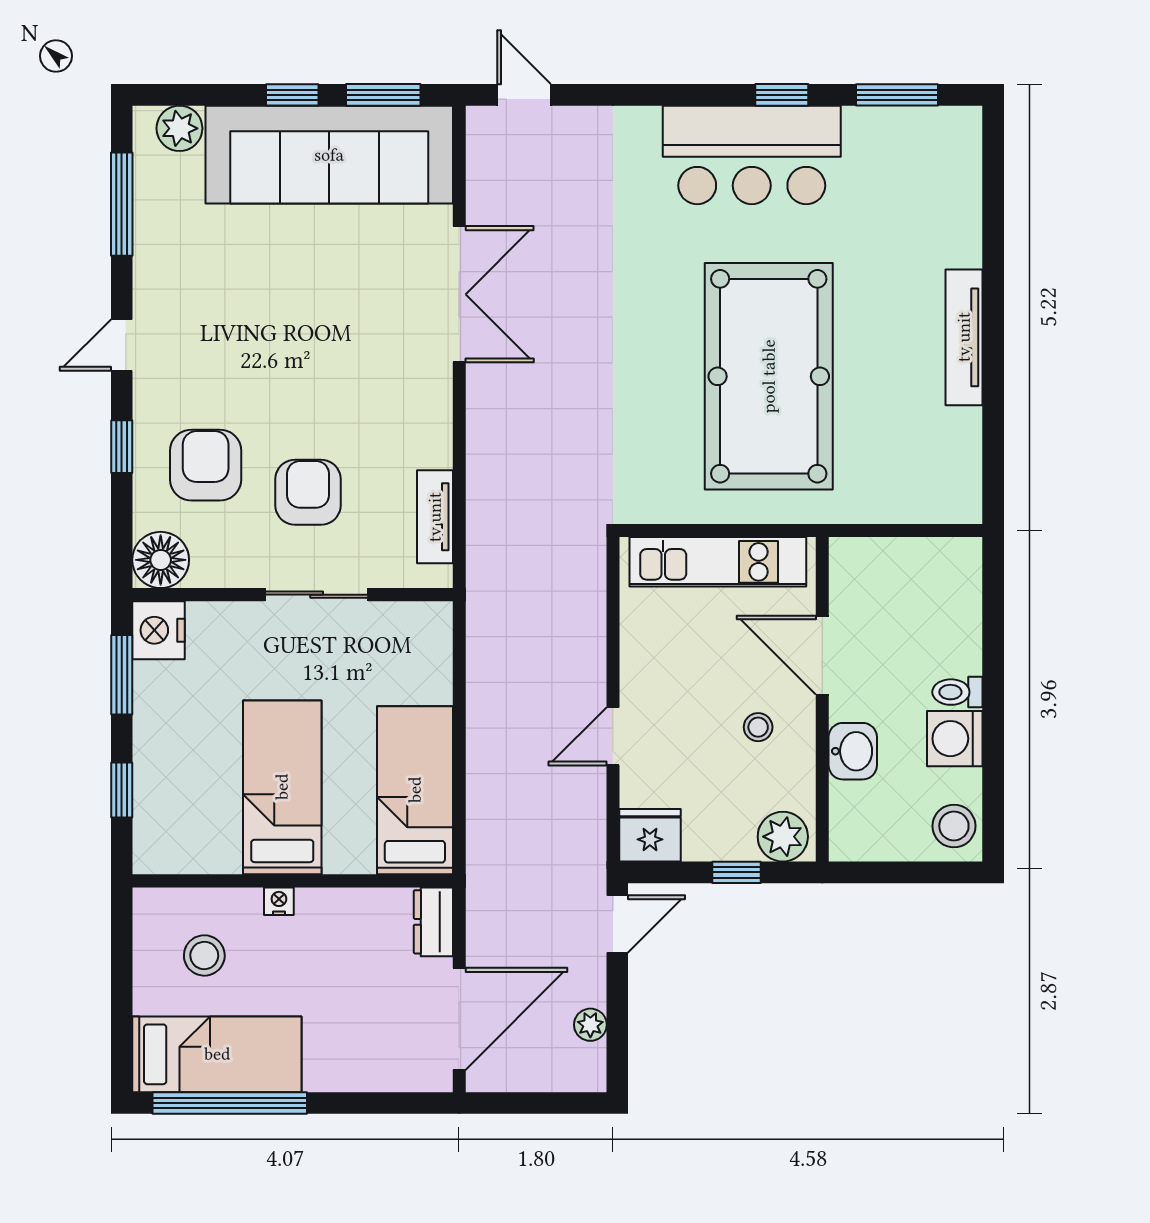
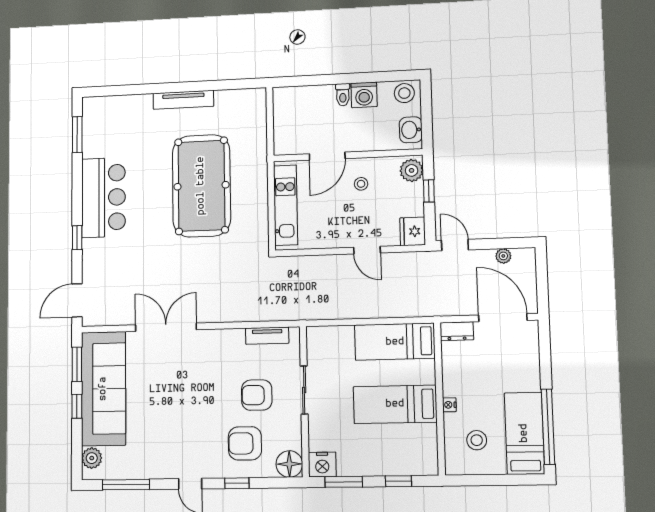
door: (524, 95) -> (77, 300), width x1.38
window: (782, 95) -> (77, 238), moved
pool table: (769, 376) -> (201, 186), turned 90
washbasin: (853, 751) -> (411, 130), moved, turned -90

